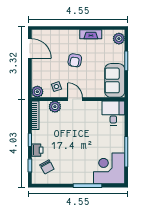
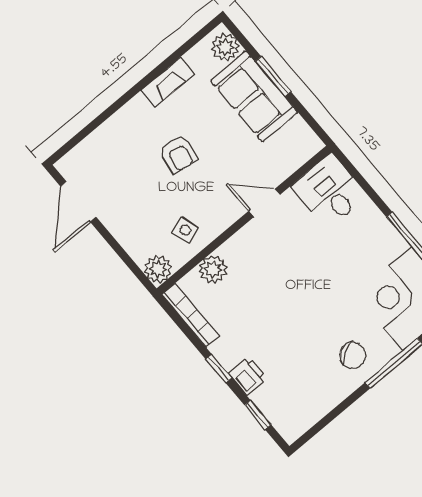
door: (30, 48) -> (78, 202), swing flipped
sofa: (115, 80) -> (254, 96), moved
door: (75, 99) -> (264, 203), moved
chair: (47, 167) -> (353, 355), moved

